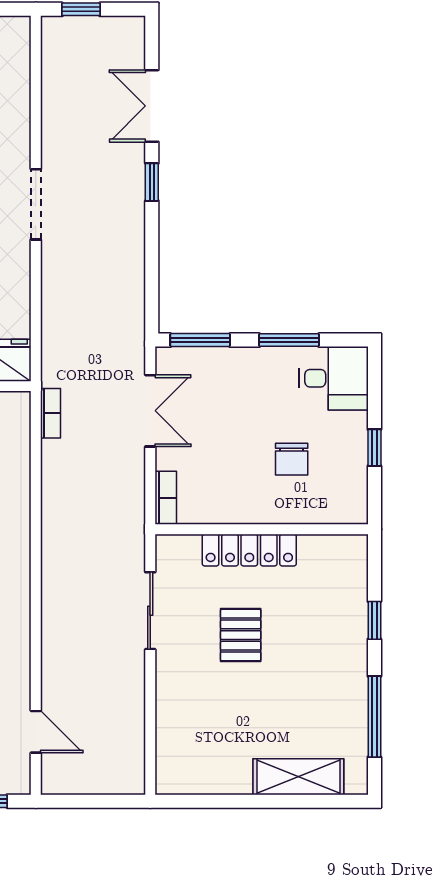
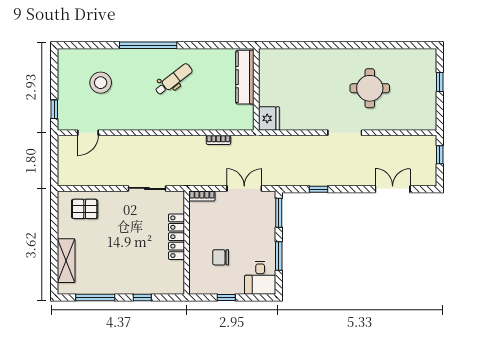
window: (152, 182) -> (319, 189), moved
double door: (150, 411) -> (244, 188), swing flipped
bookcase: (50, 413) -> (218, 140), moved
pallet: (241, 635) -> (85, 209), moved

